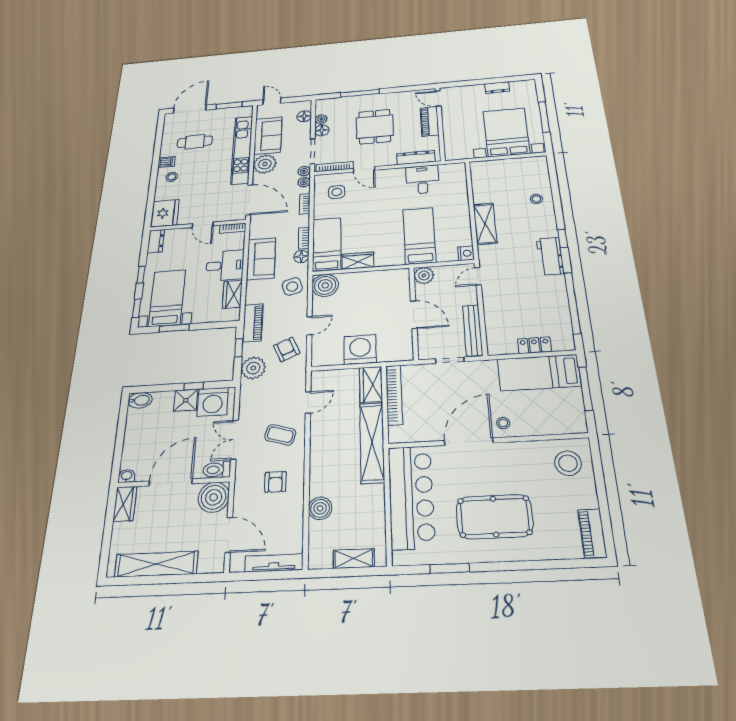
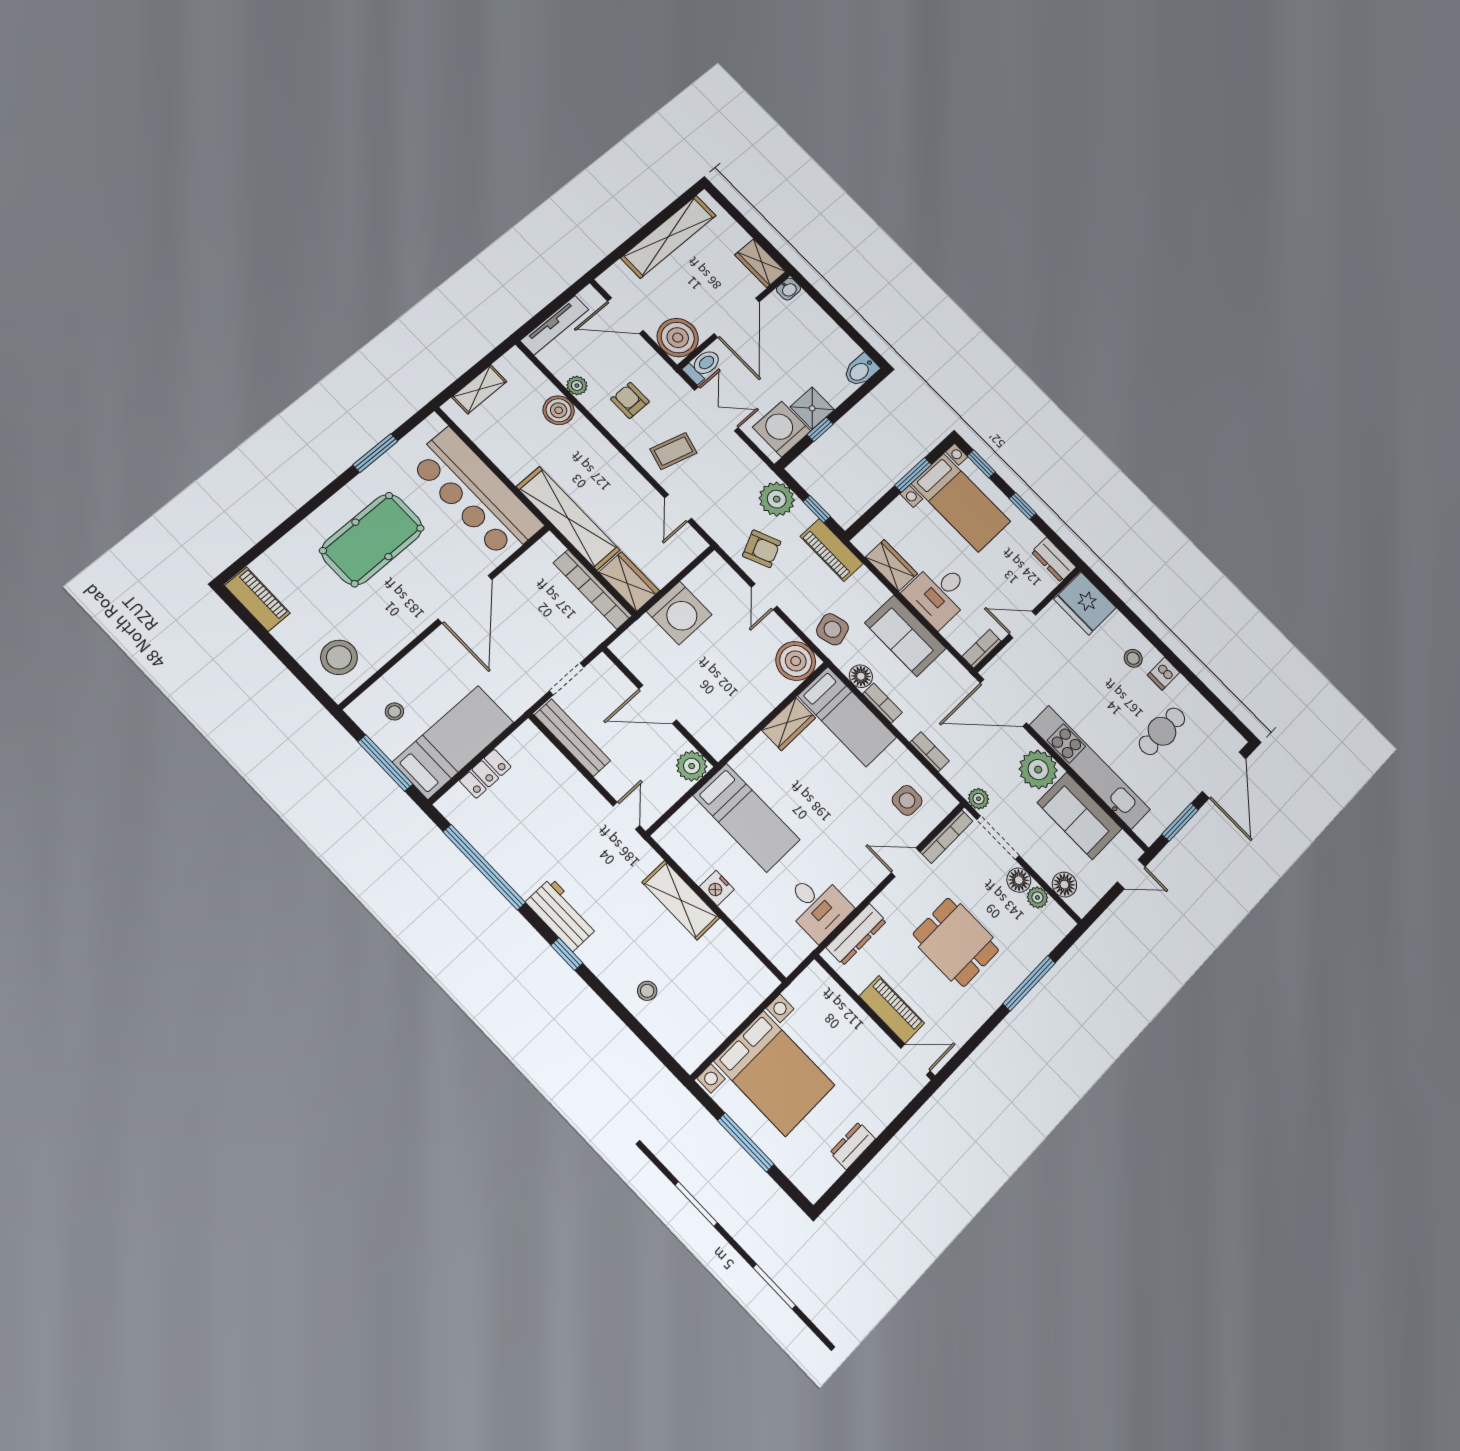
plant: (304, 182) -> (577, 386), moved
nightstand: (466, 253) -> (717, 888), moved
stool: (503, 423) -> (394, 711), moved

